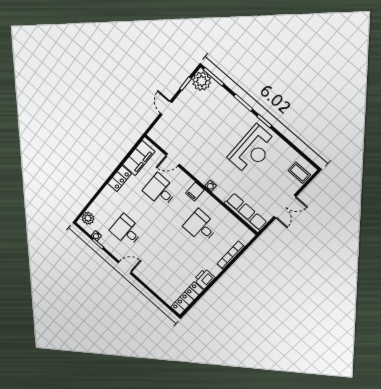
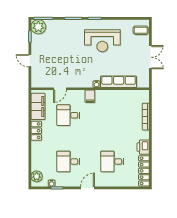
reception desk: (252, 150) -> (102, 41), turned 90
row of seats: (246, 213) -> (119, 82), moved
desk: (201, 226) -> (112, 161), moved

